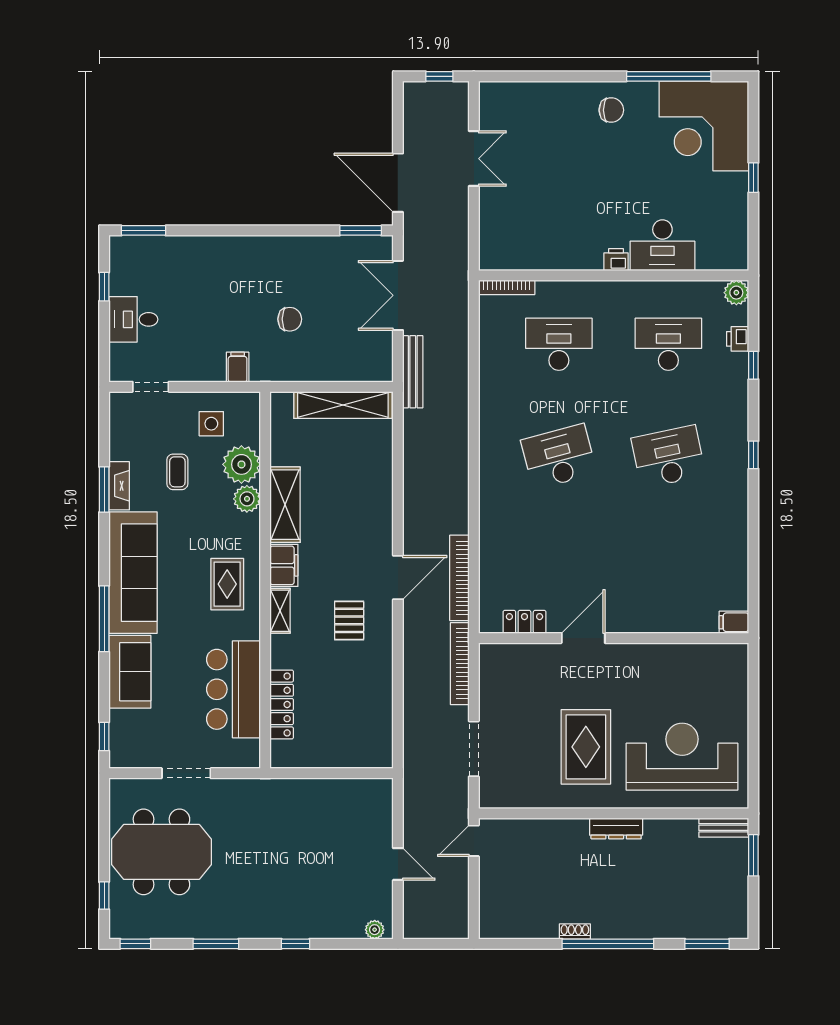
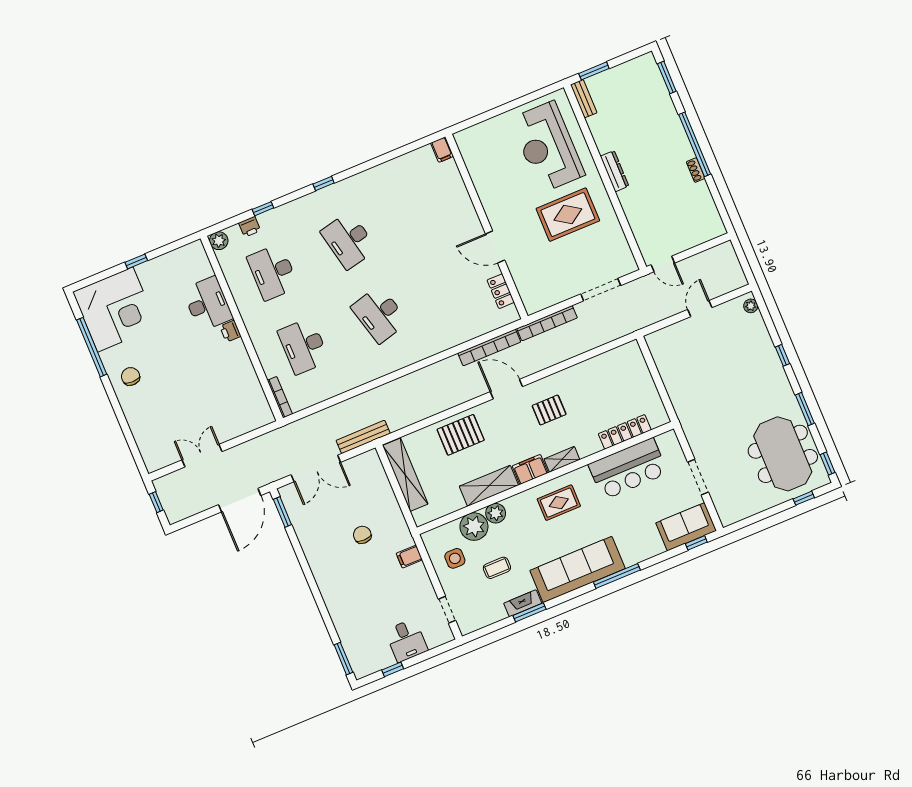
pallet: (364, 496) -> (461, 435), added
sofa: (130, 672) -> (686, 527), moved
meeting table: (161, 852) -> (783, 454), moved

